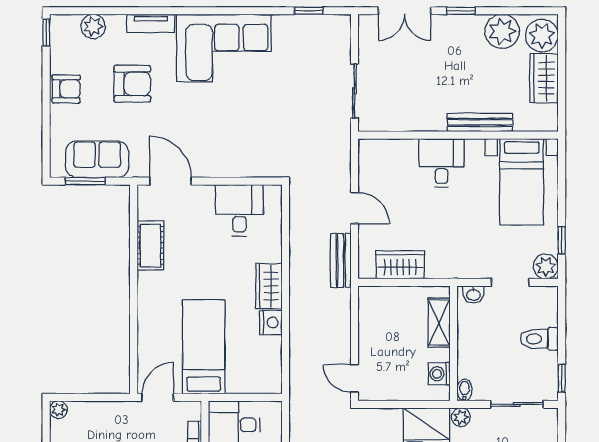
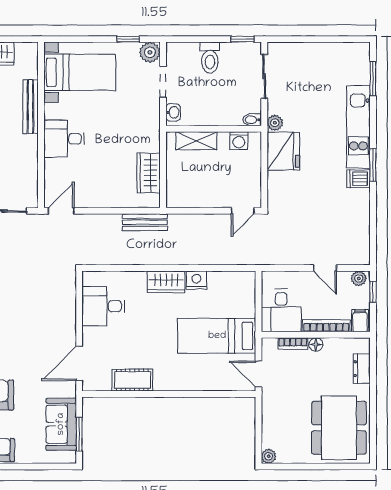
door: (355, 208) -> (61, 211), moved

